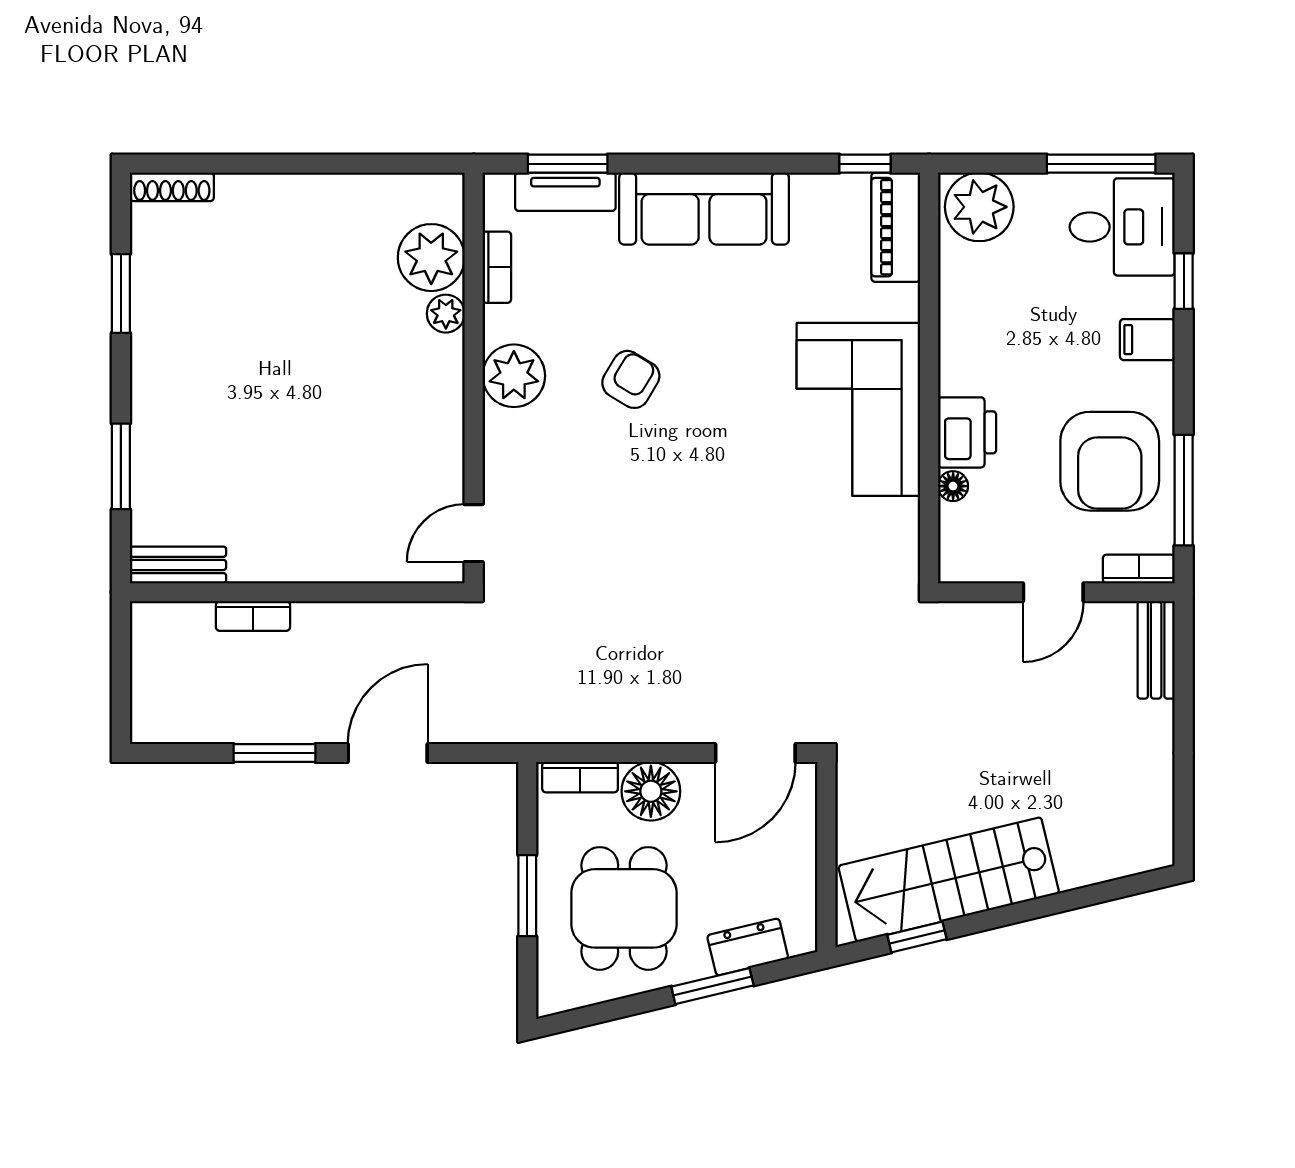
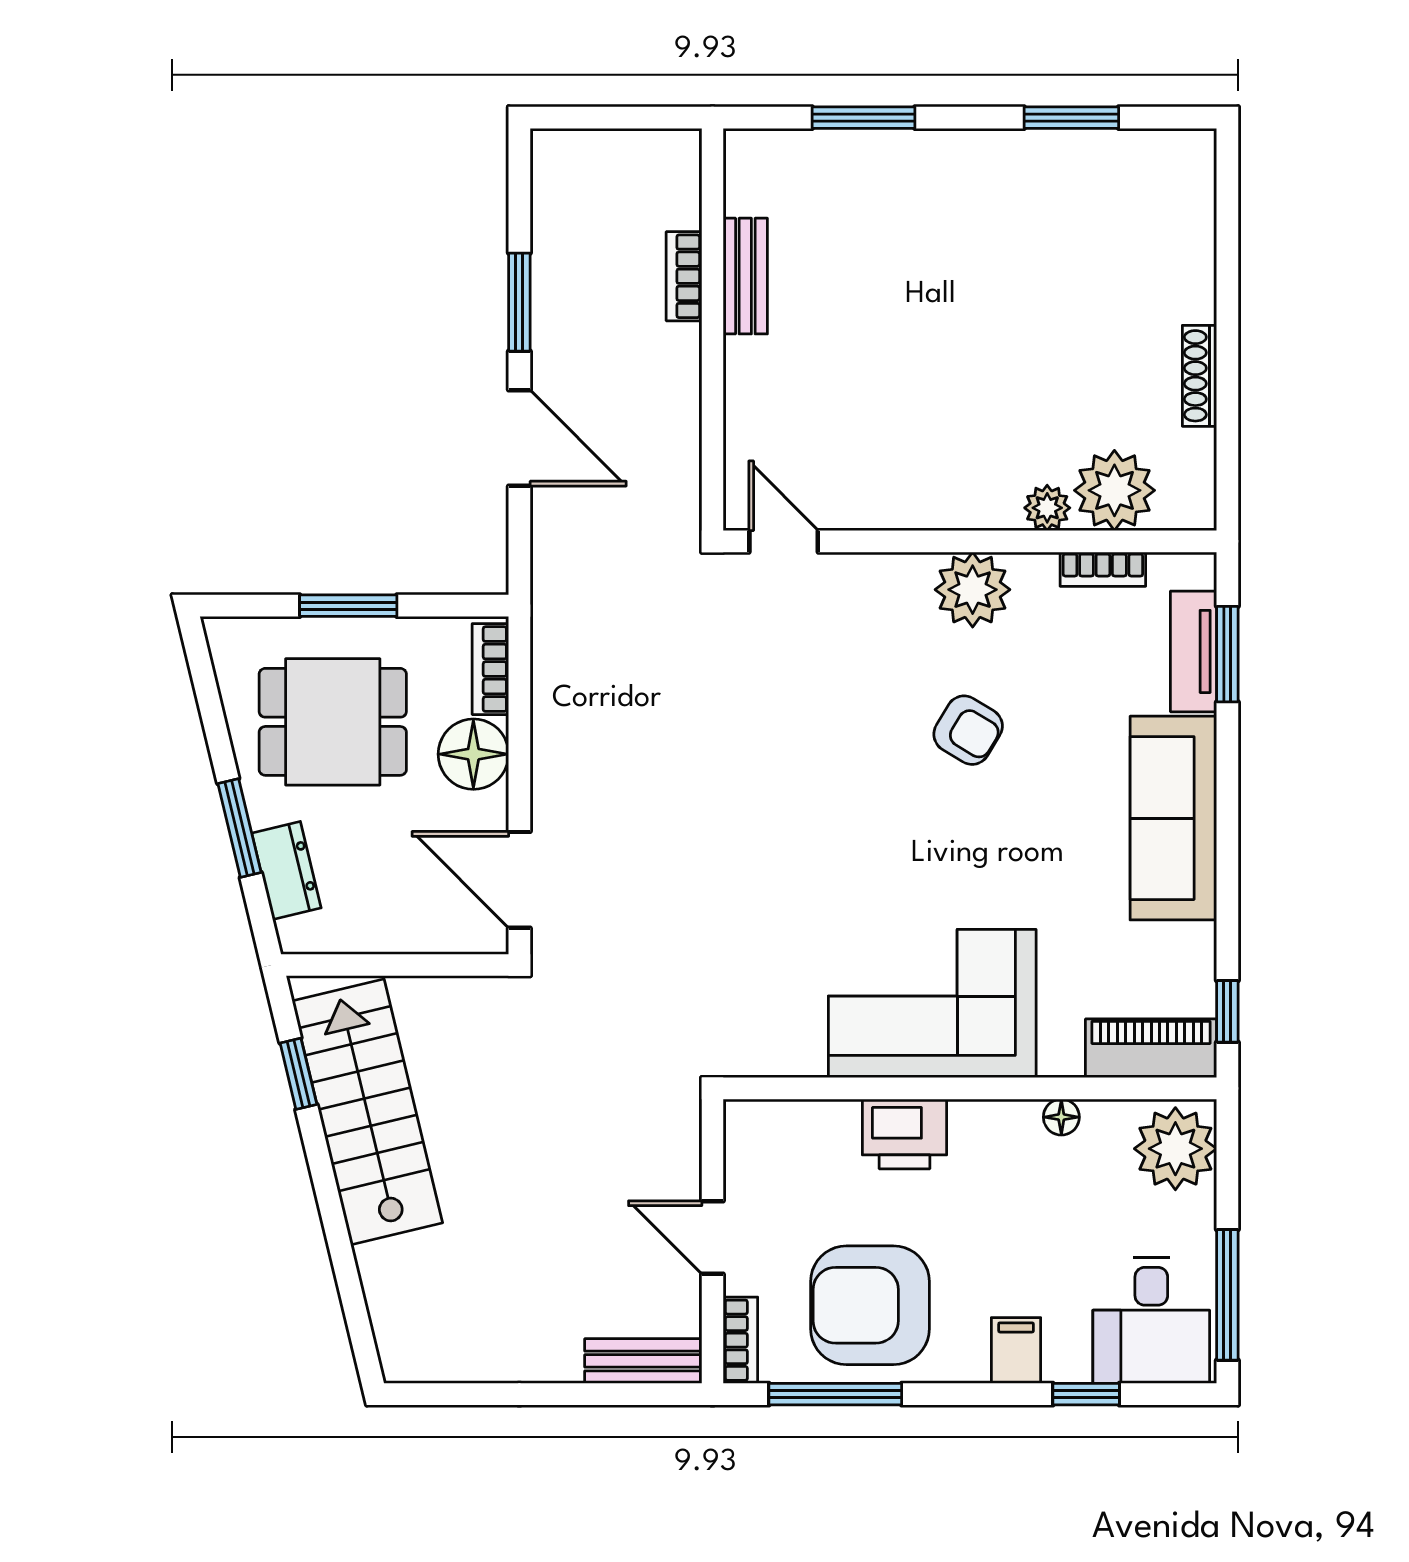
shoe rack: (172, 187) -> (1199, 376), moved
floor lamp: (953, 486) -> (1061, 1117), moved
bench: (178, 565) -> (745, 276), moved

